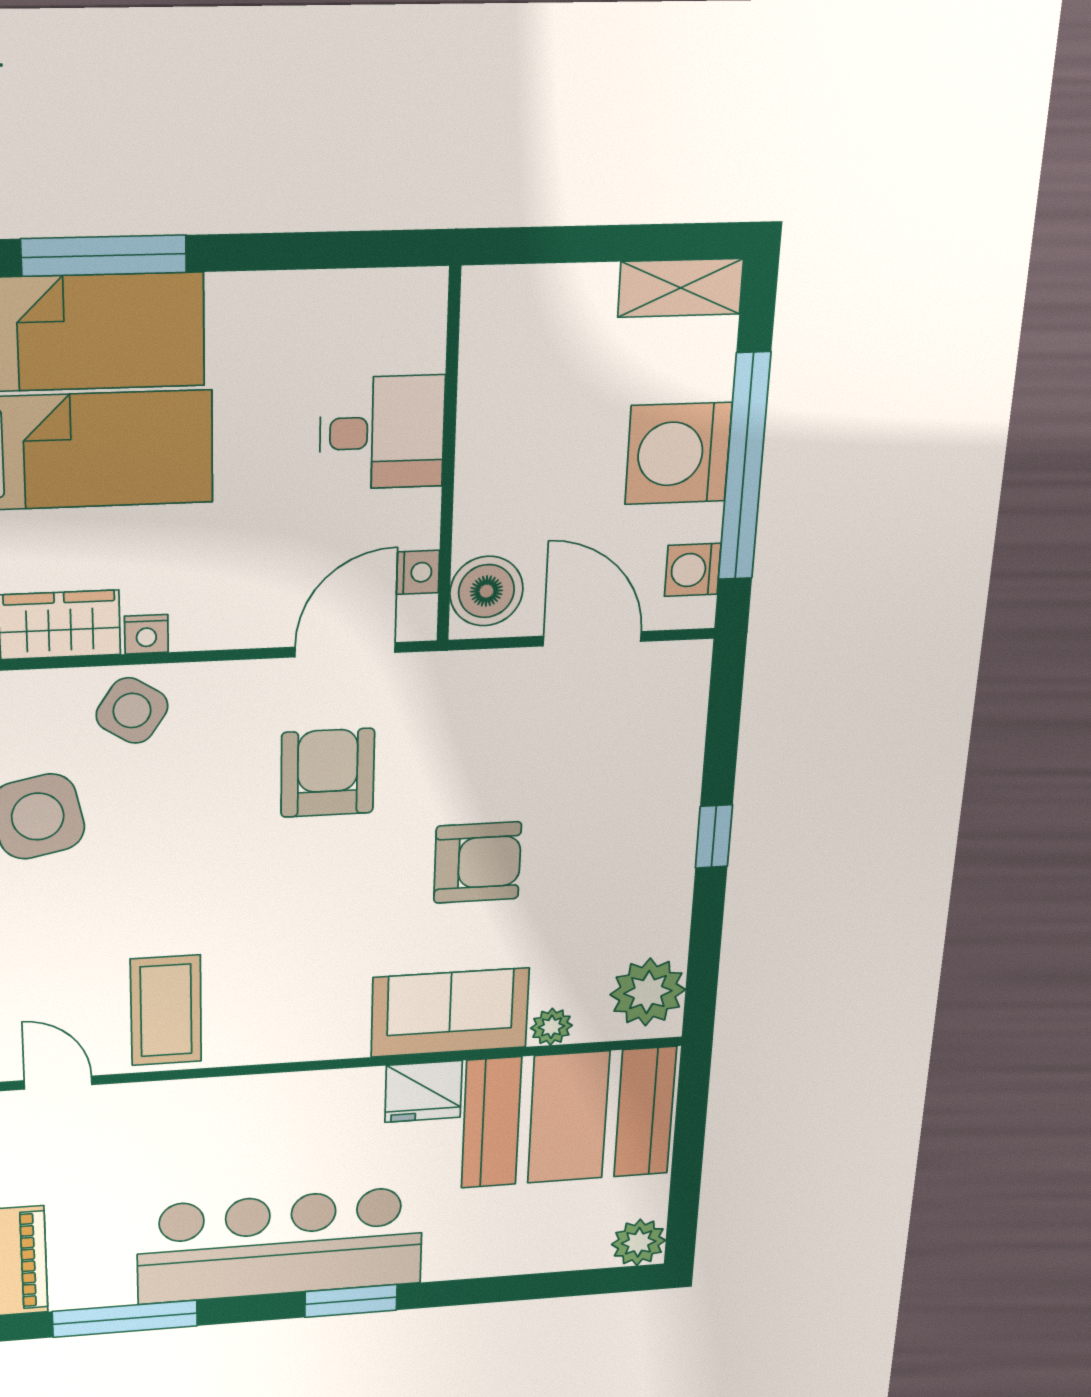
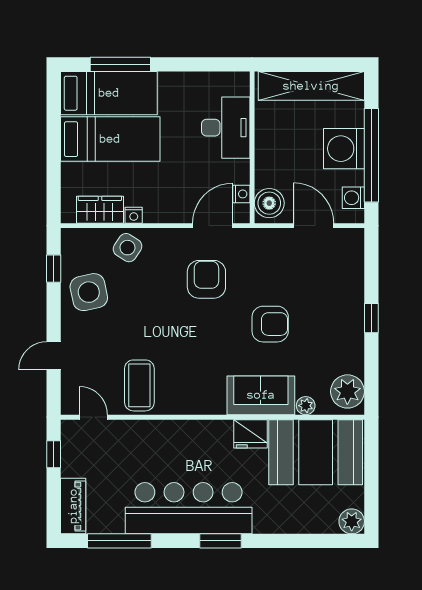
shelving: (681, 288) -> (311, 86), width x2.20, depth x1.33
desk: (382, 433) -> (226, 128), width x1.37

